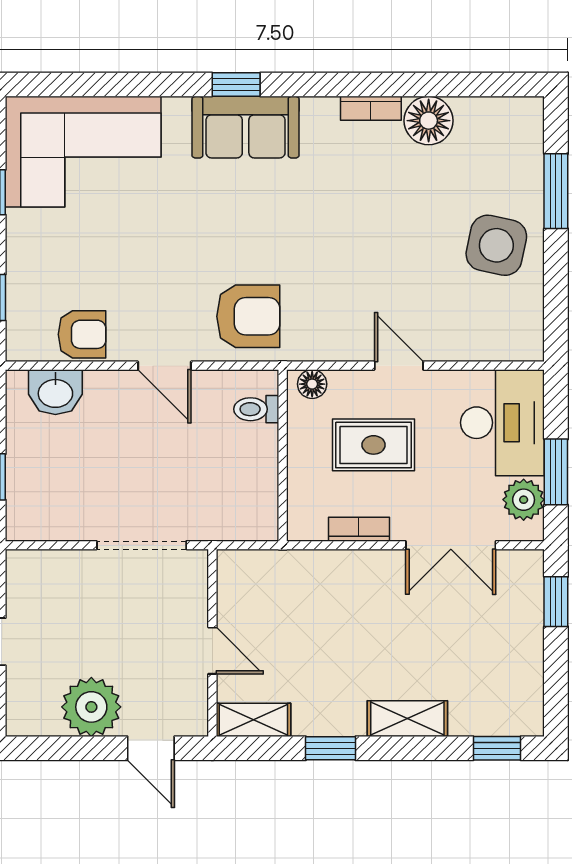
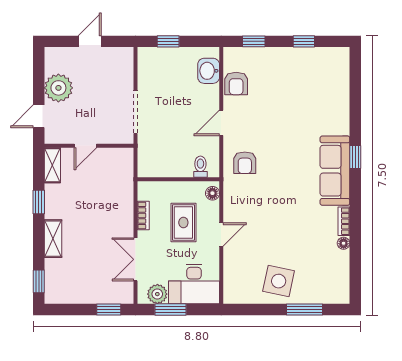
floor lamp: (429, 121) -> (344, 243), width x0.53, depth x0.53
sofa: (246, 127) -> (335, 171), width x1.36
corner sofa: (83, 152) -> (323, 84), removed
armchair: (248, 316) -> (245, 163), width x0.72, depth x0.72

